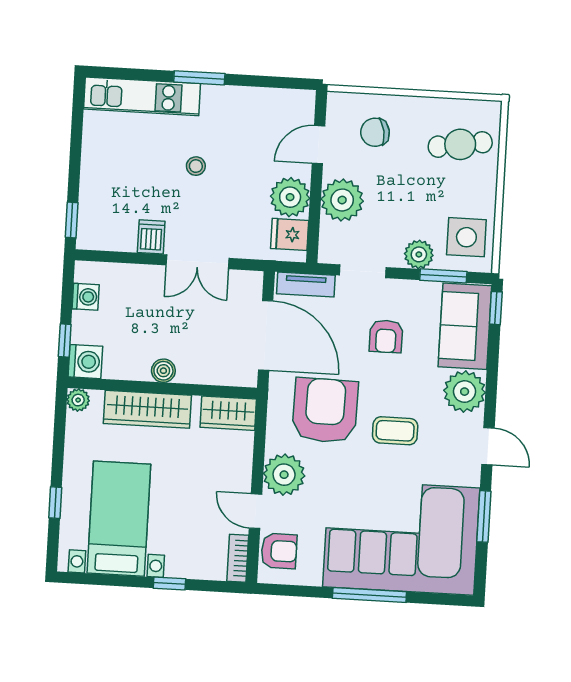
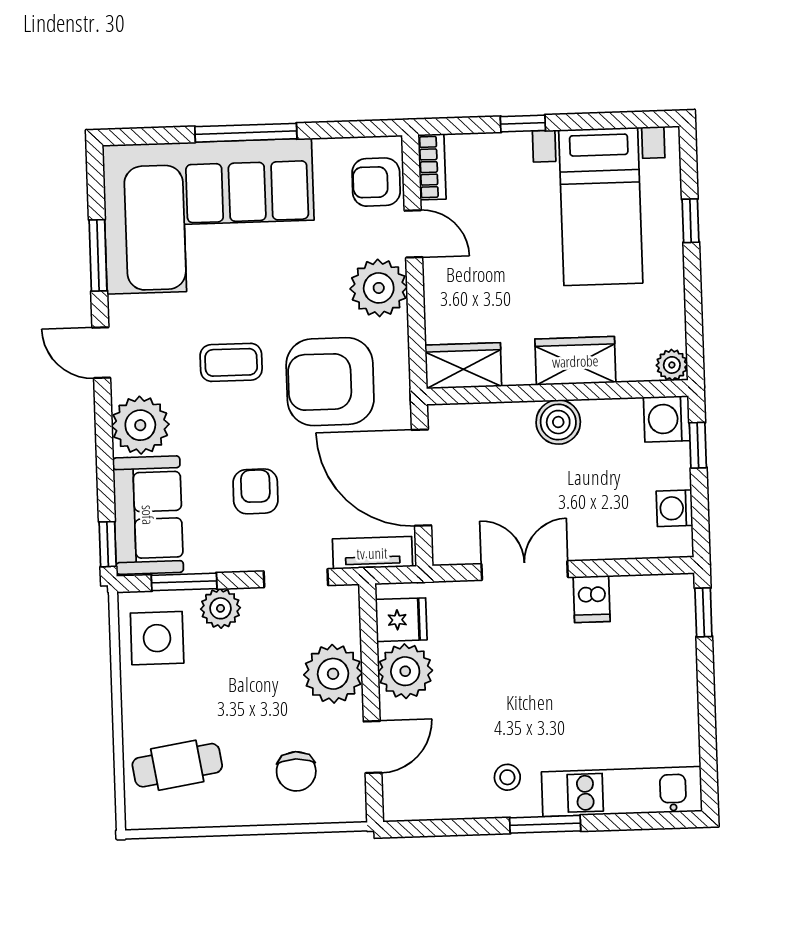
chair: (375, 132) -> (296, 771), turned 100
stool: (196, 166) -> (507, 777), moved
boiler: (163, 371) -> (558, 422), width x1.36, depth x1.36
wardrobe: (147, 409) -> (575, 361), width x0.67
armchair: (325, 410) -> (330, 382), turned 89

